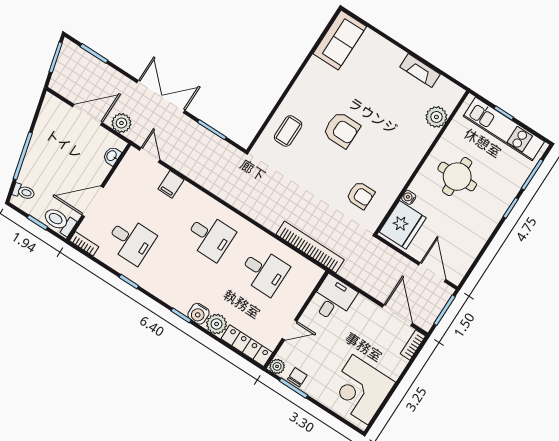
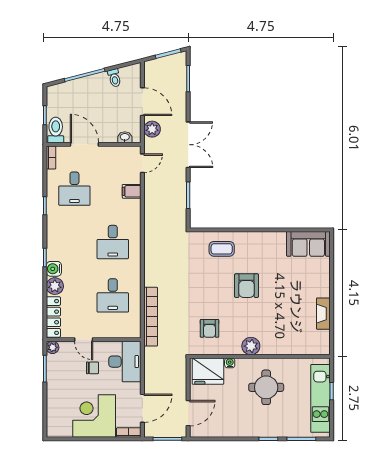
plant: (436, 117) -> (251, 346), moved
toilet: (24, 192) -> (114, 78), moved
desk: (333, 299) -> (125, 362), width x1.37
chair: (297, 377) -> (92, 368), moved
corner desk: (360, 390) -> (94, 416), moved

